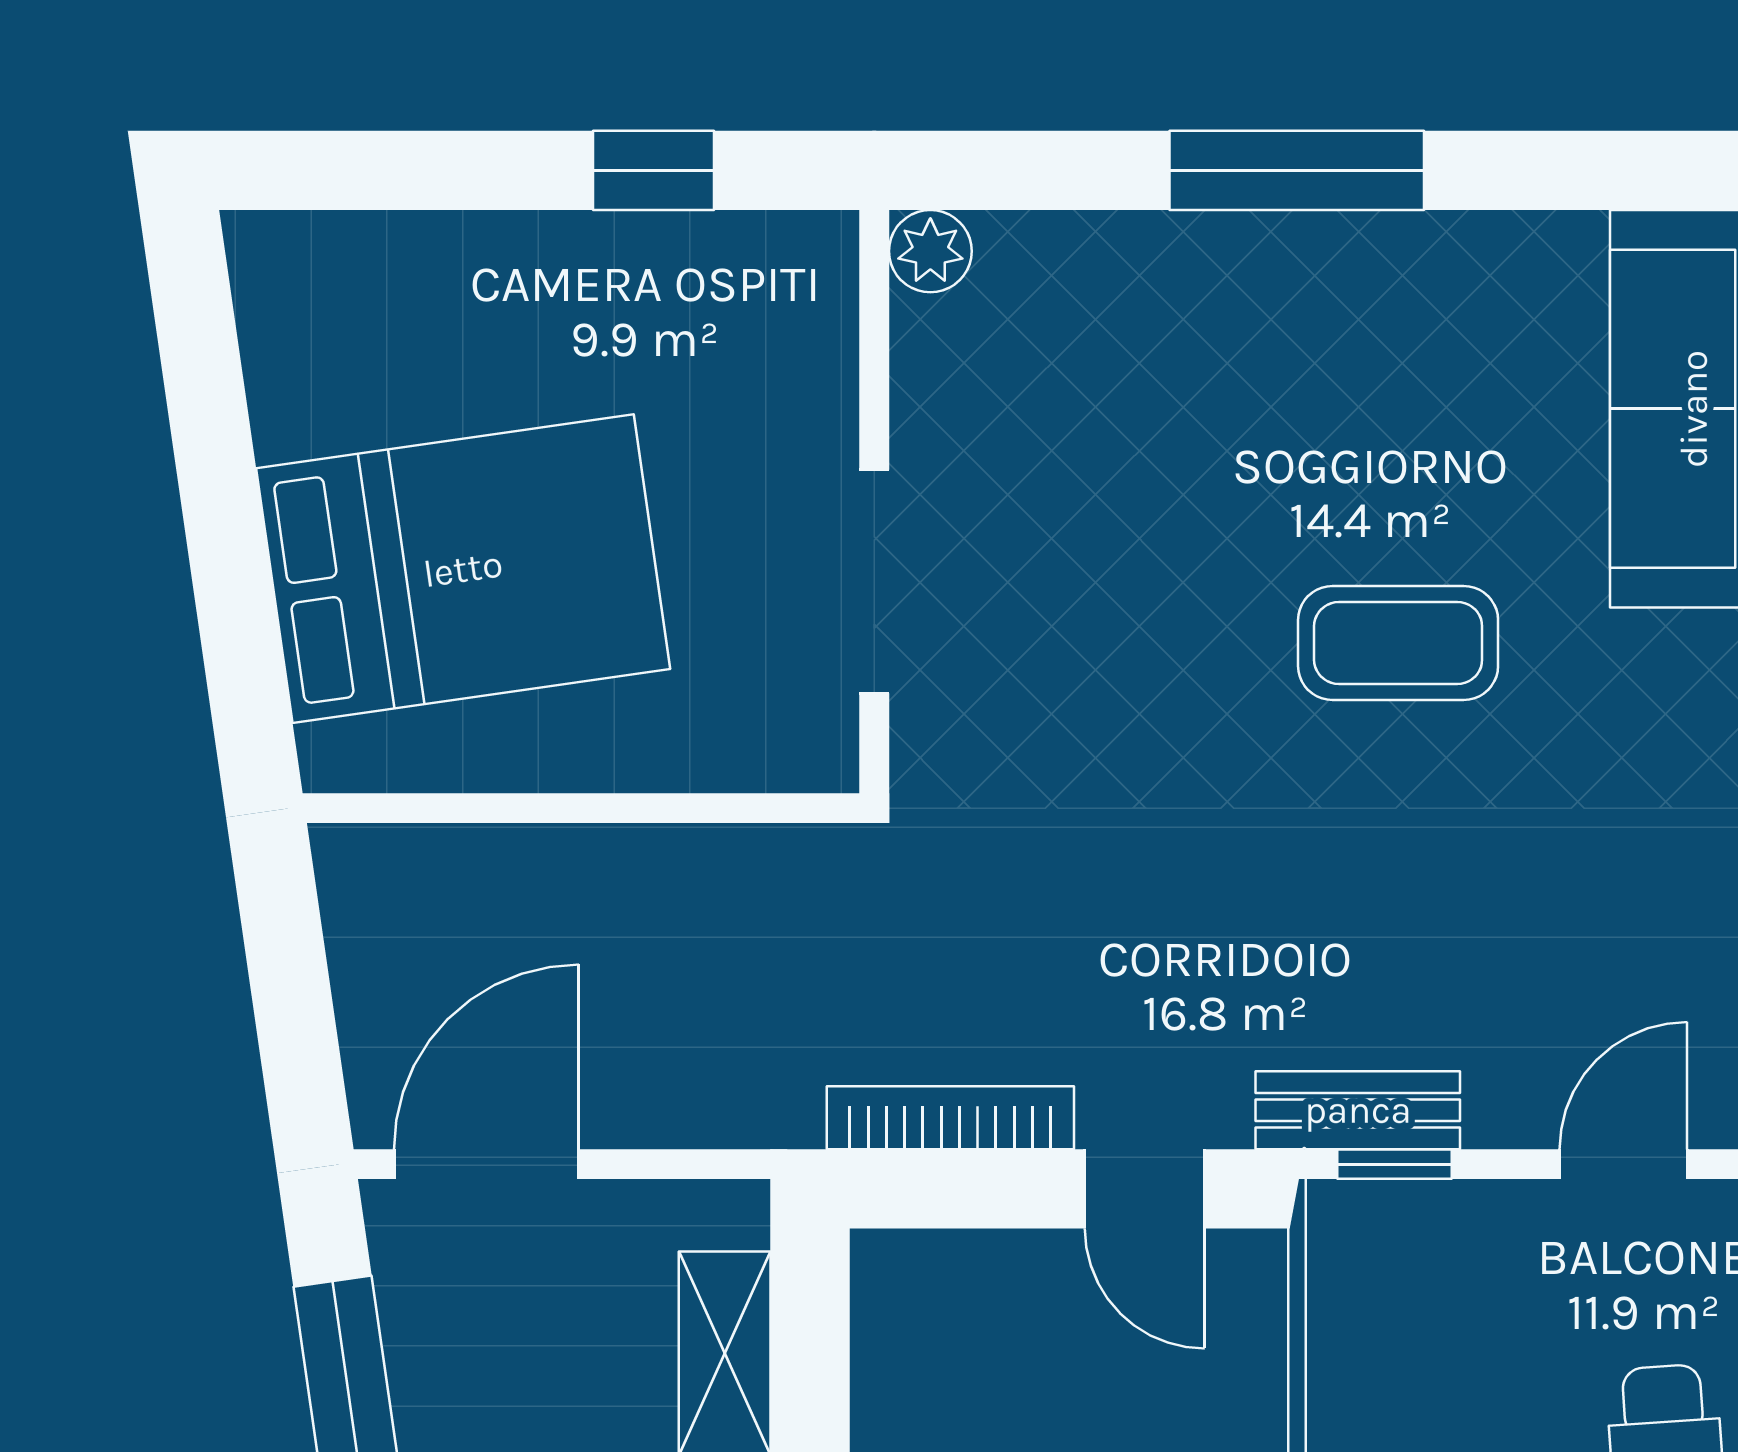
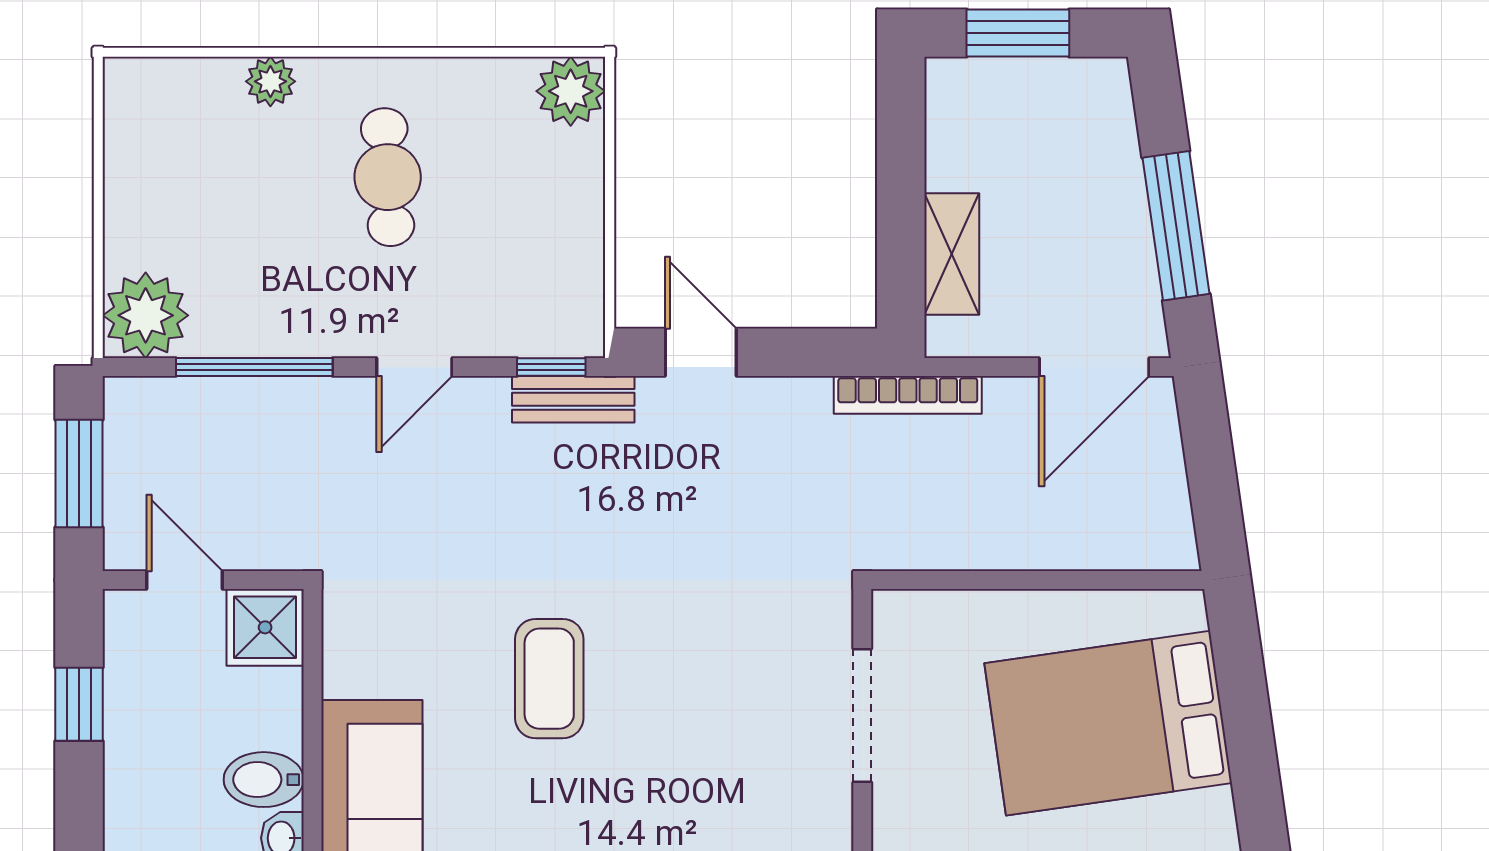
coffee table: (1398, 643) -> (549, 679), turned 90
bookcase: (950, 1118) -> (908, 395), moved

